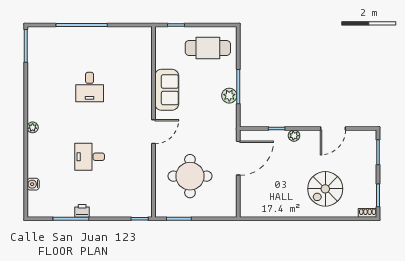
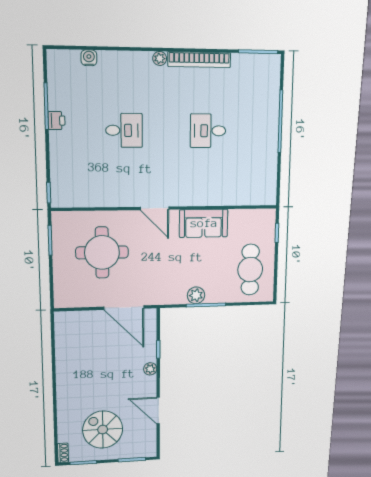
bookcase: (33, 95) -> (199, 60), added
desk: (90, 157) -> (124, 130), turned 90
spiral stairs: (325, 189) -> (103, 430), moved

